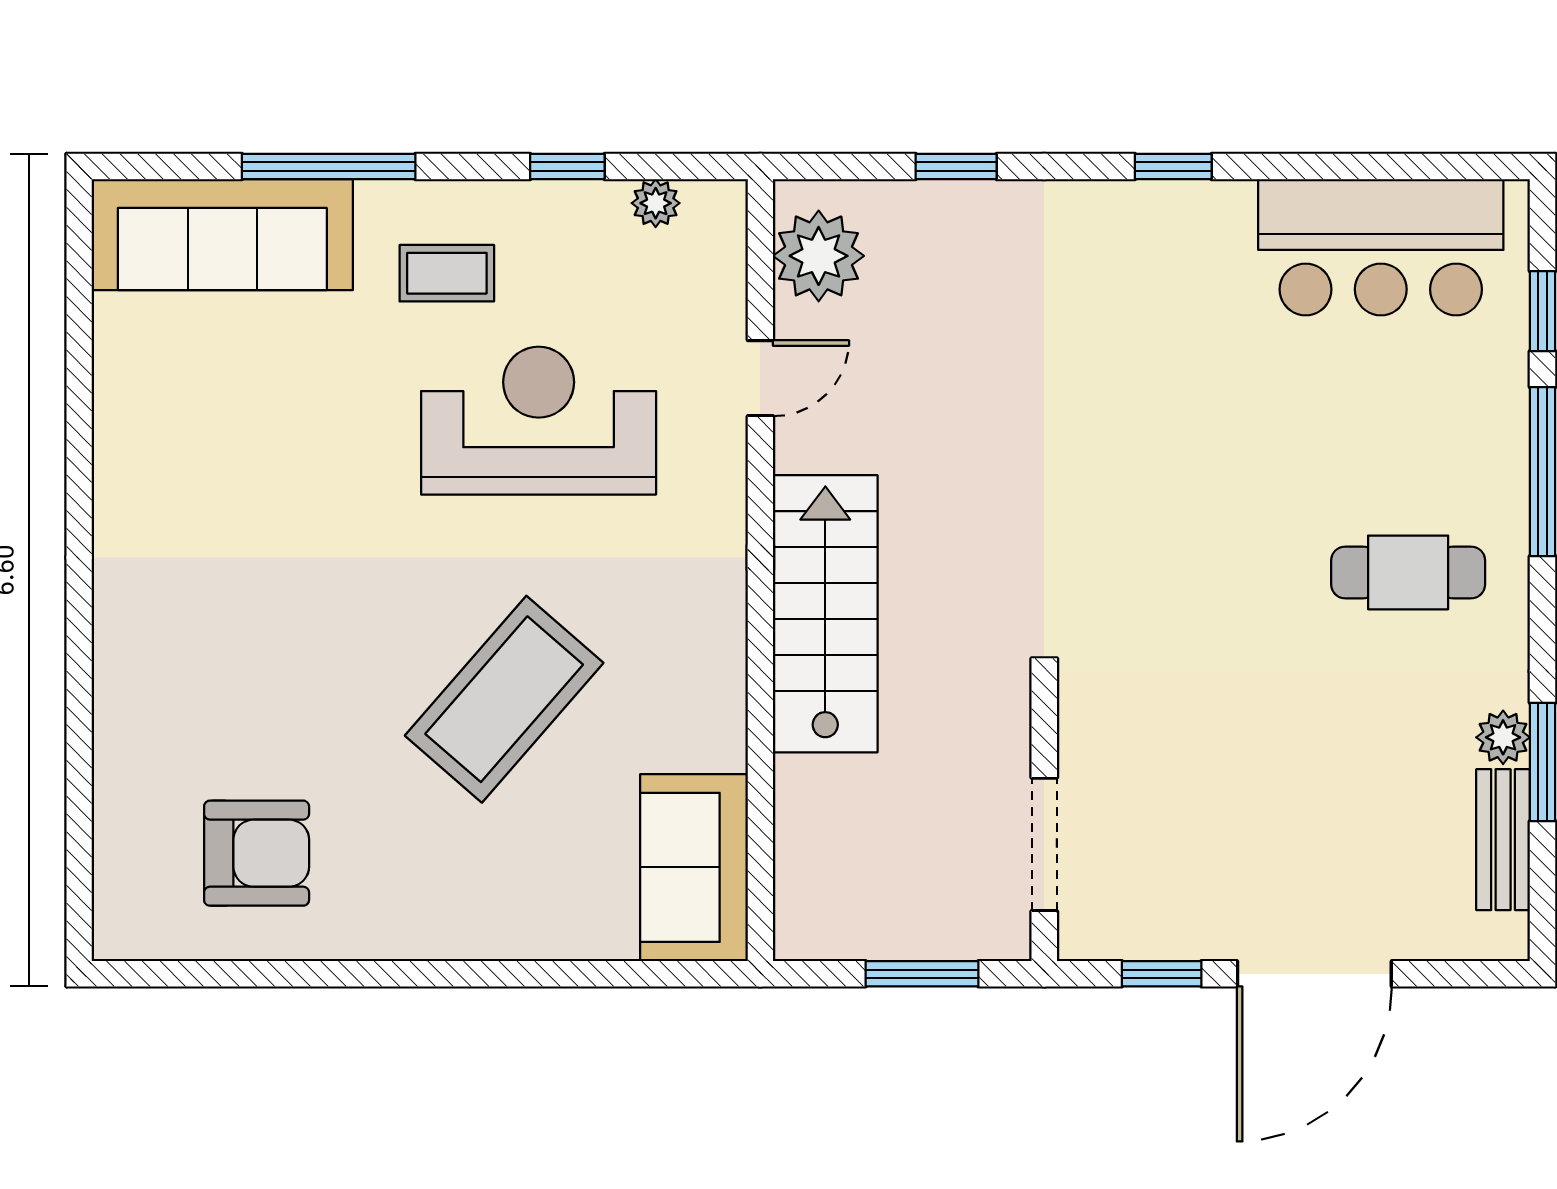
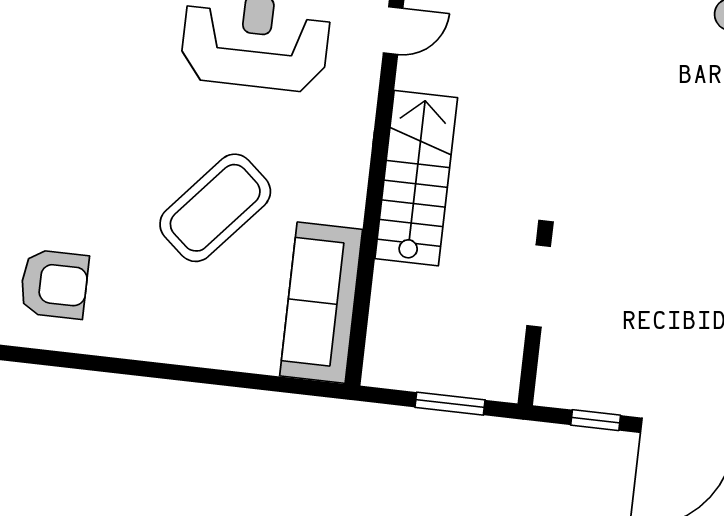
doorway: (1044, 844) -> (539, 286), moved
sofa: (694, 867) -> (321, 303), width x1.36

